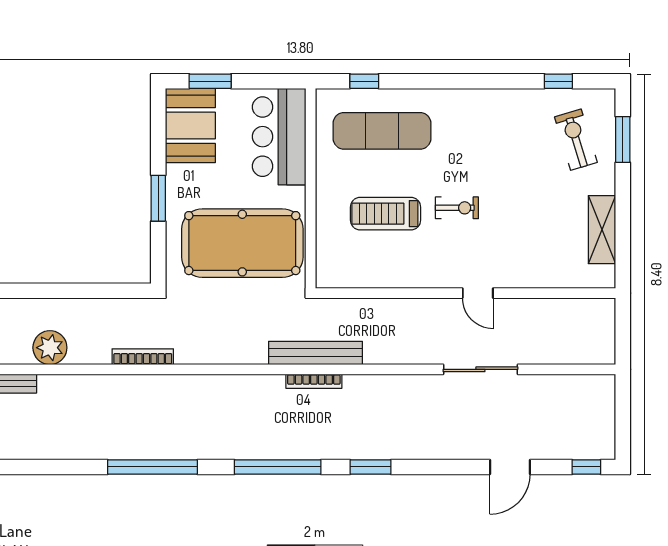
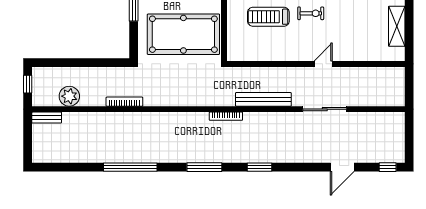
door: (478, 293) -> (323, 64), swing flipped
bench: (315, 353) -> (263, 99), moved
window: (278, 467) -> (204, 167), width x0.68

